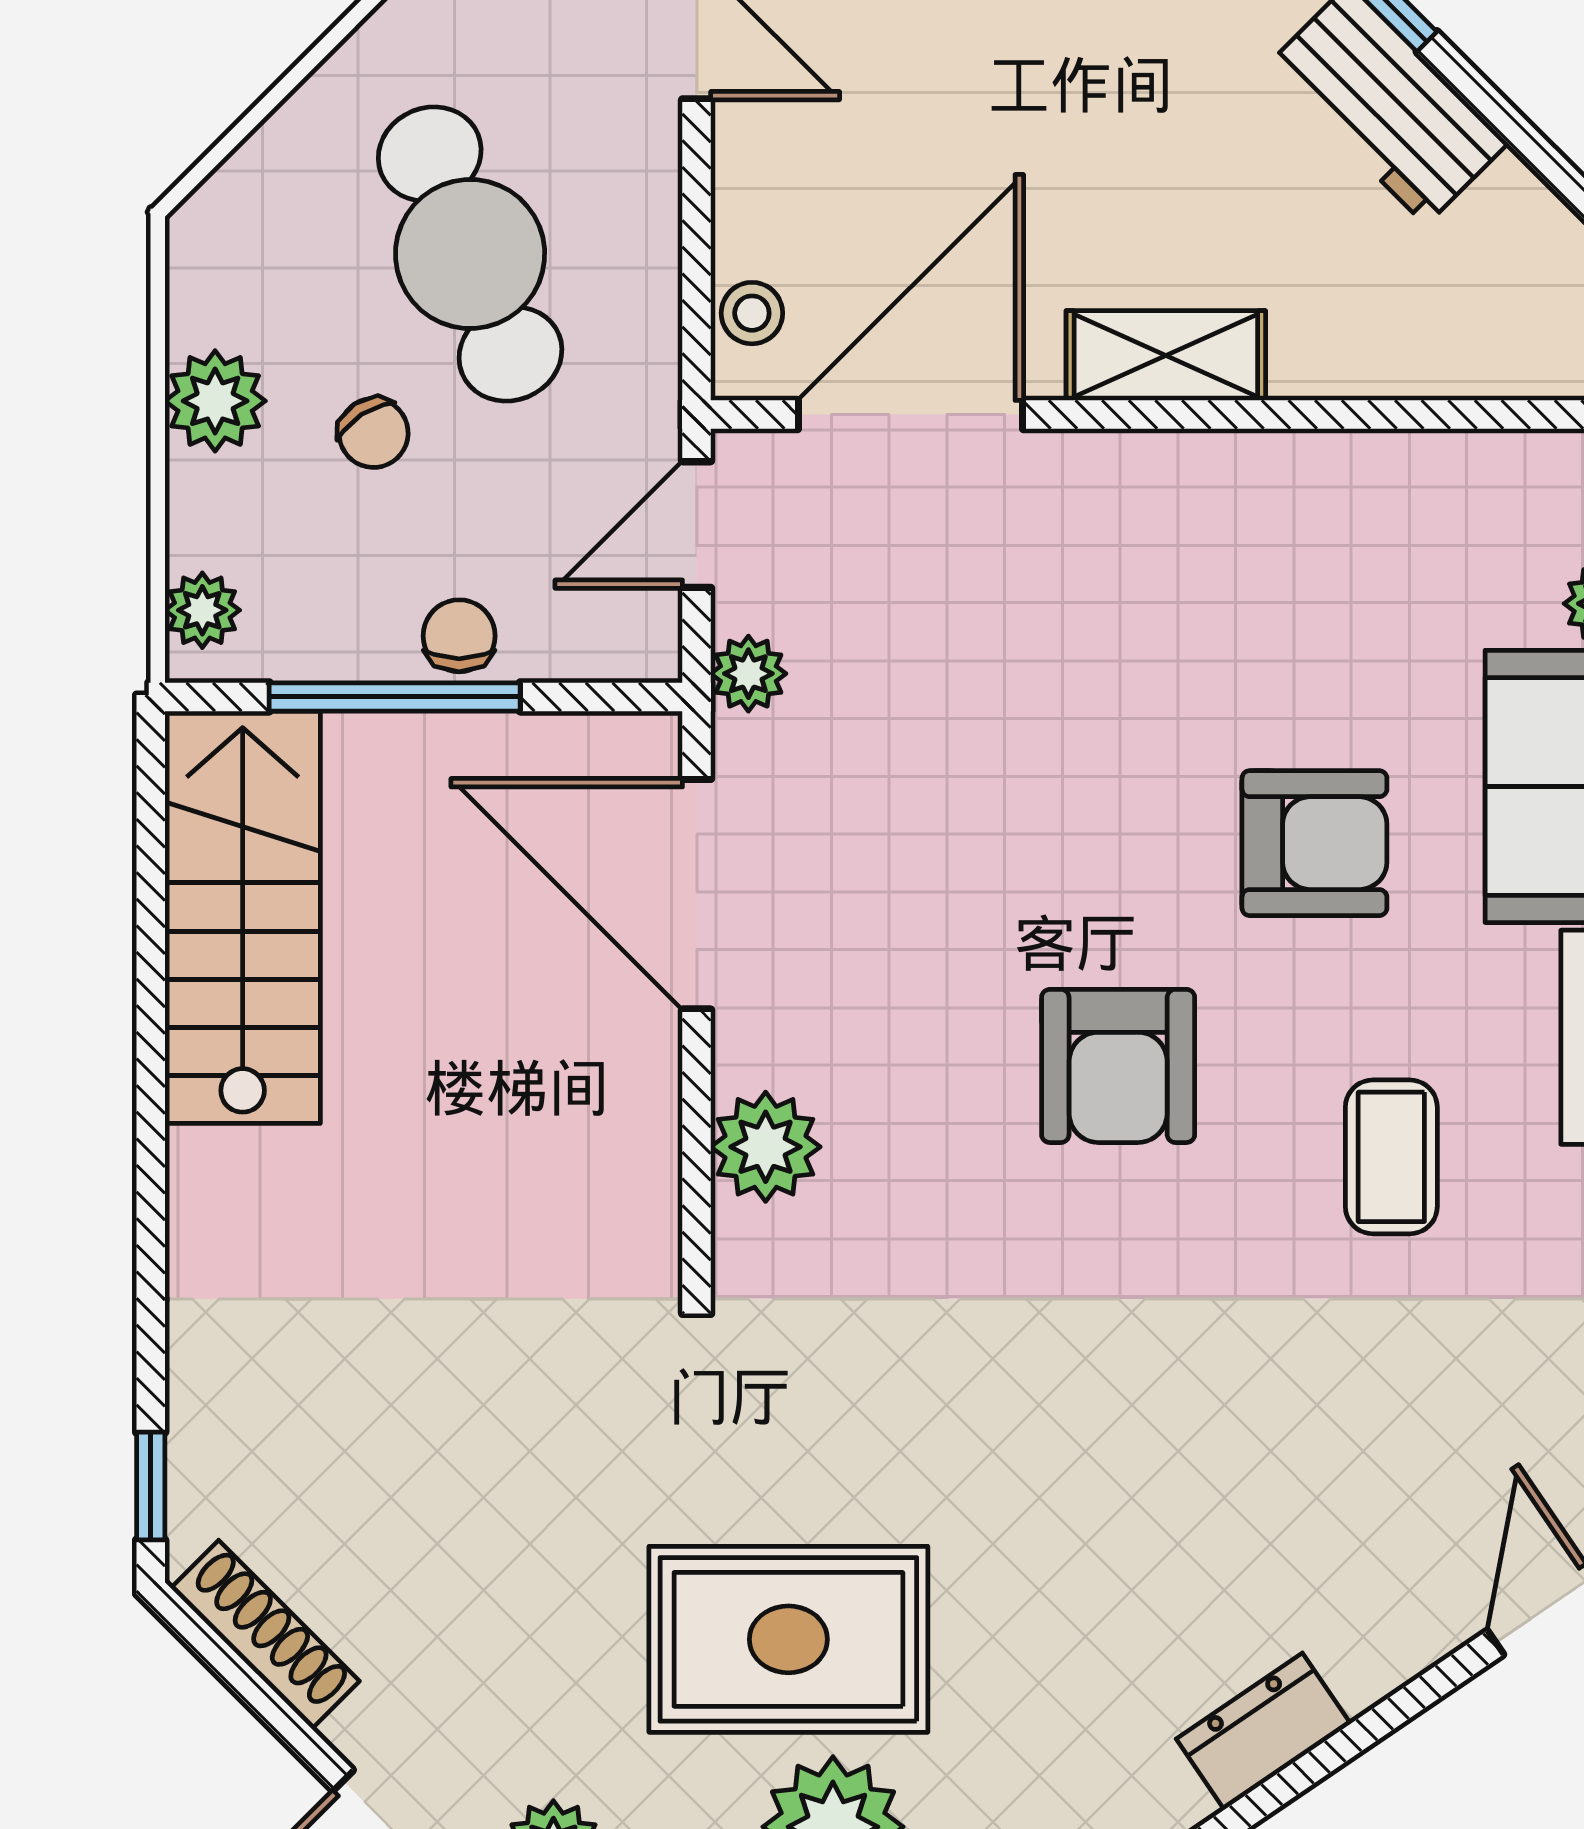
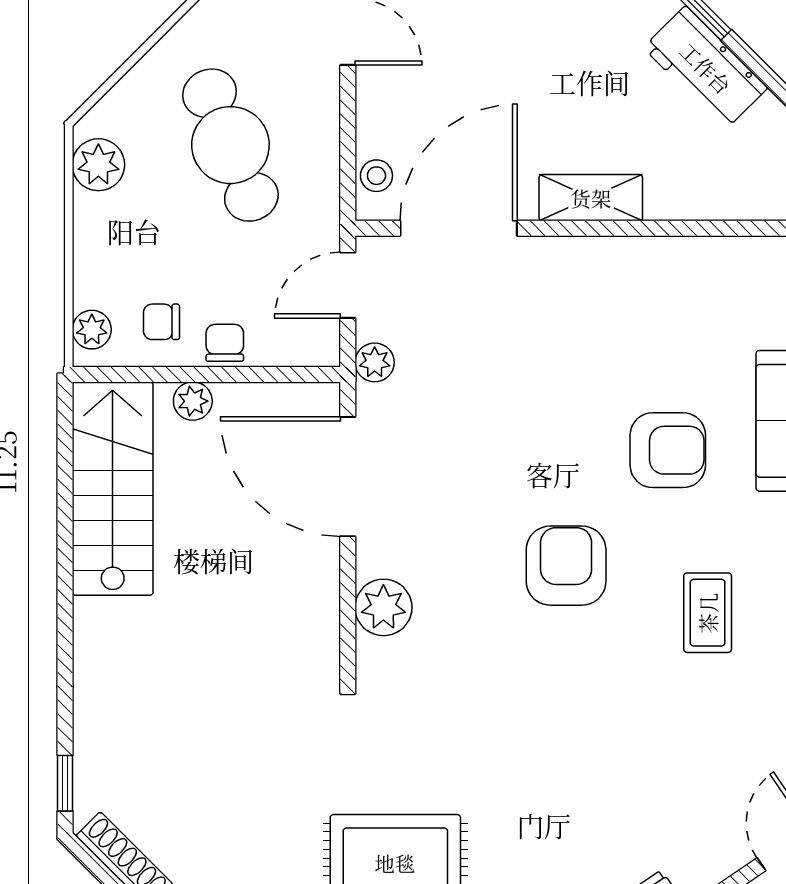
plant: (215, 401) -> (98, 165), moved
chair: (374, 433) -> (161, 322), moved, turned 123
window: (395, 697) -> (191, 374), removed
plant: (397, 748) -> (193, 401), added
armchair: (1118, 1066) -> (566, 566), turned 180

